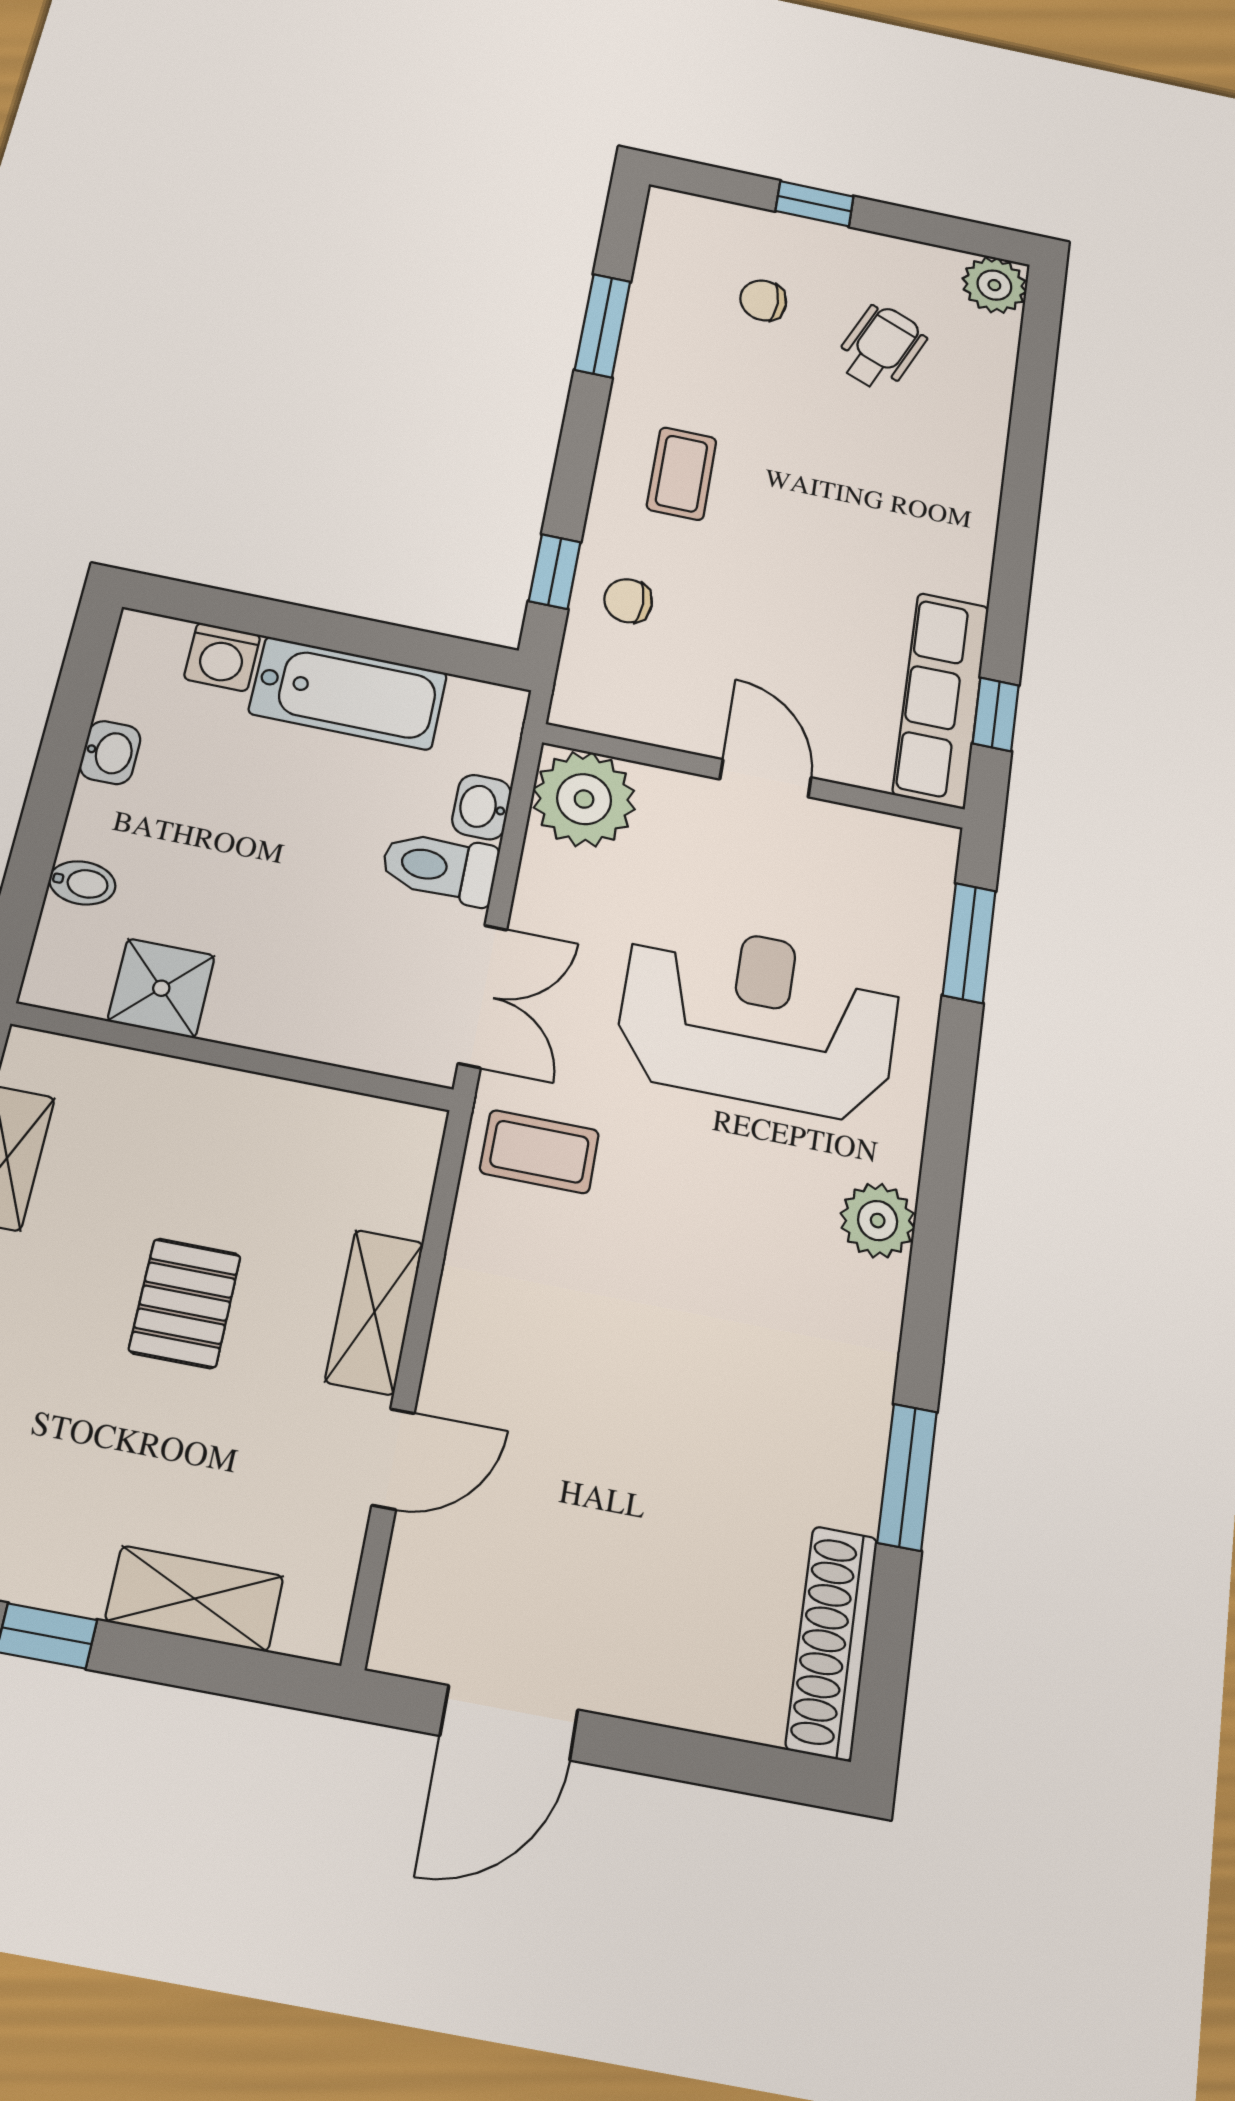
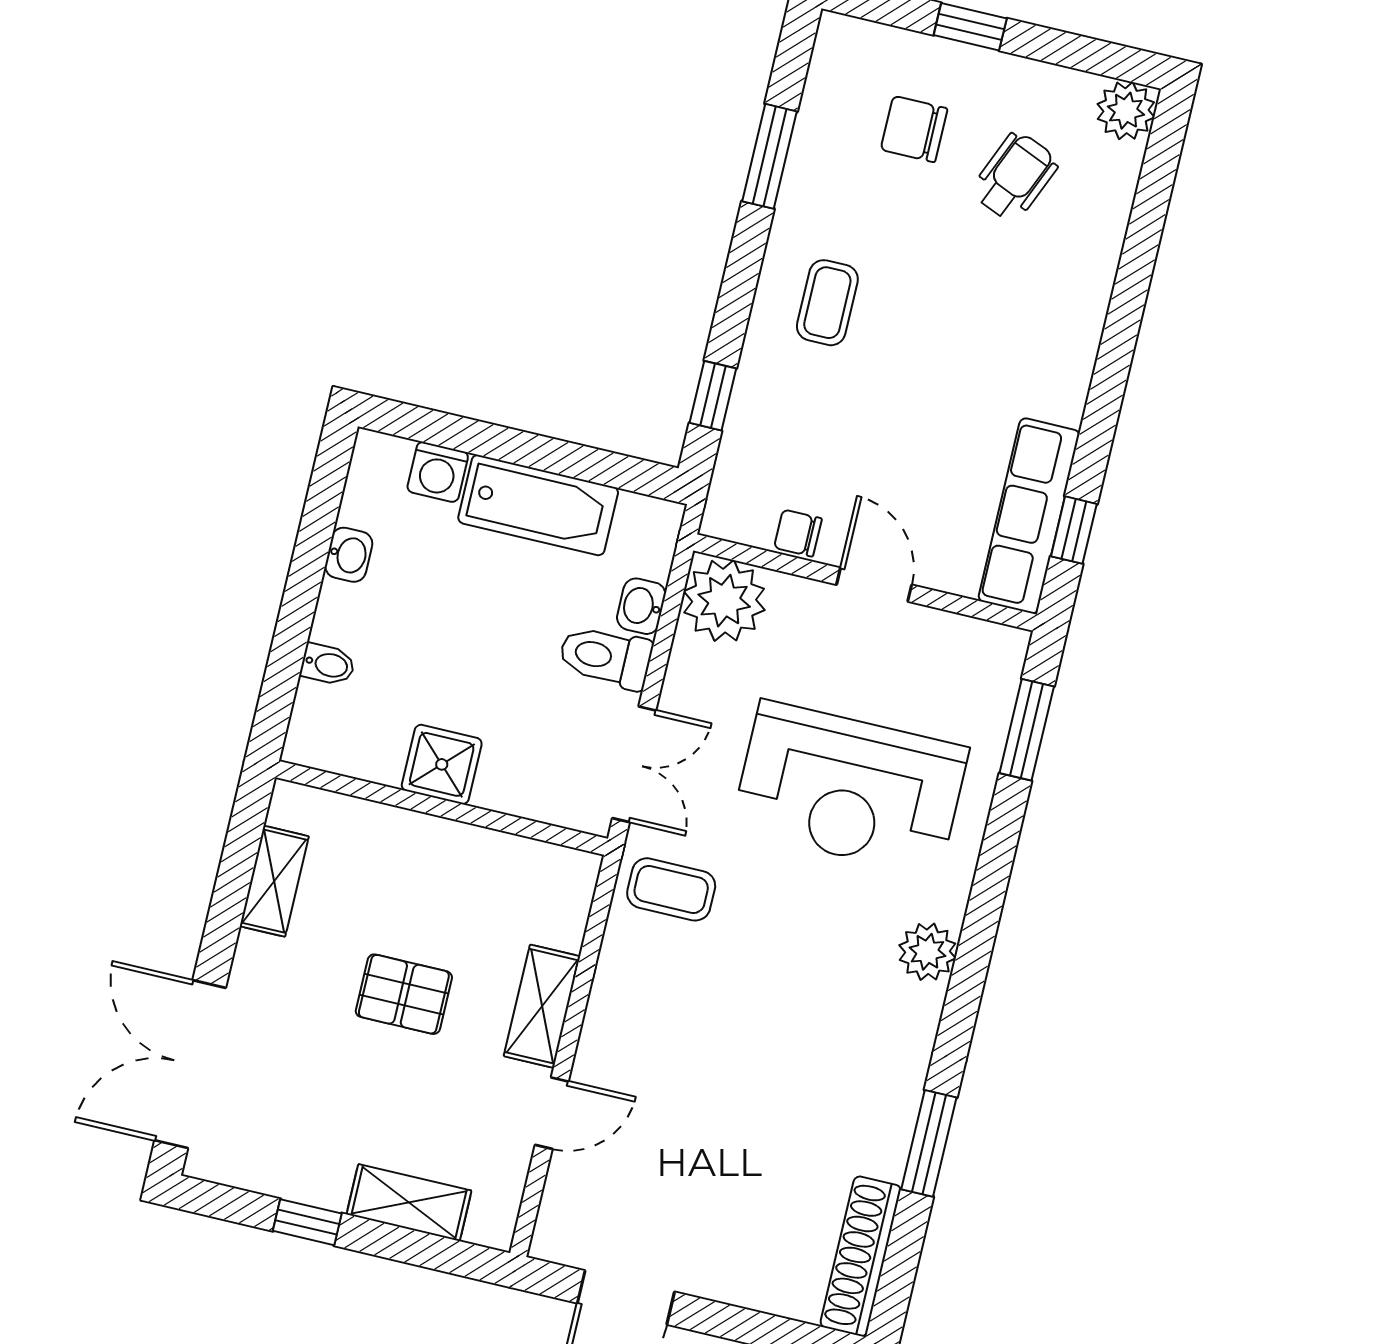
chair: (763, 300) -> (914, 129), width x1.37, depth x1.37
chair: (628, 601) -> (798, 533), moved
shower: (161, 988) -> (442, 764), moved
reception desk: (759, 1019) -> (850, 789), turned 180
pallet: (185, 1303) -> (404, 994), turned 90

